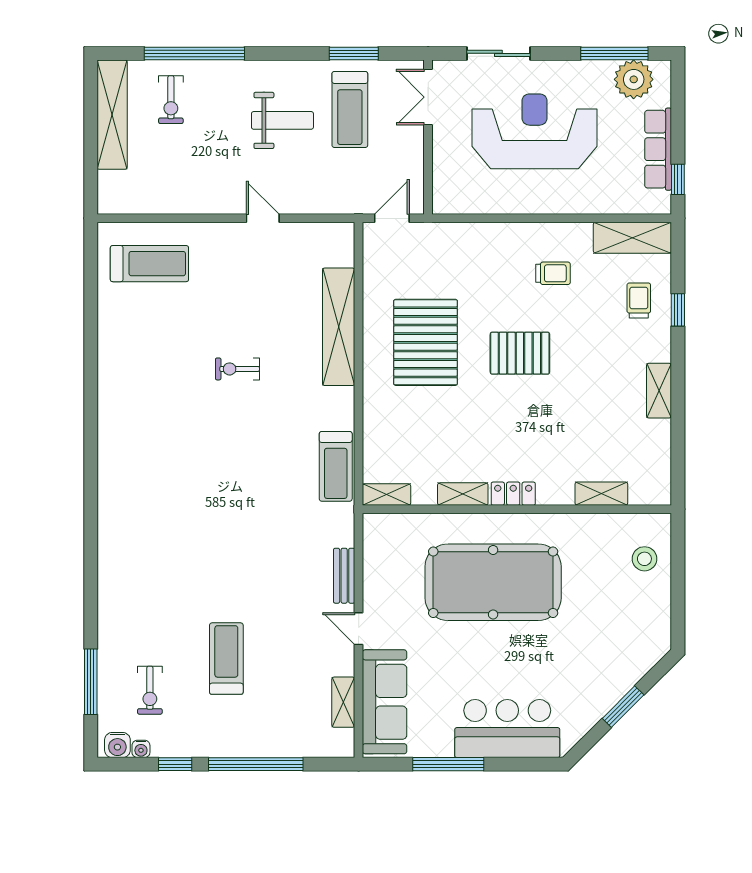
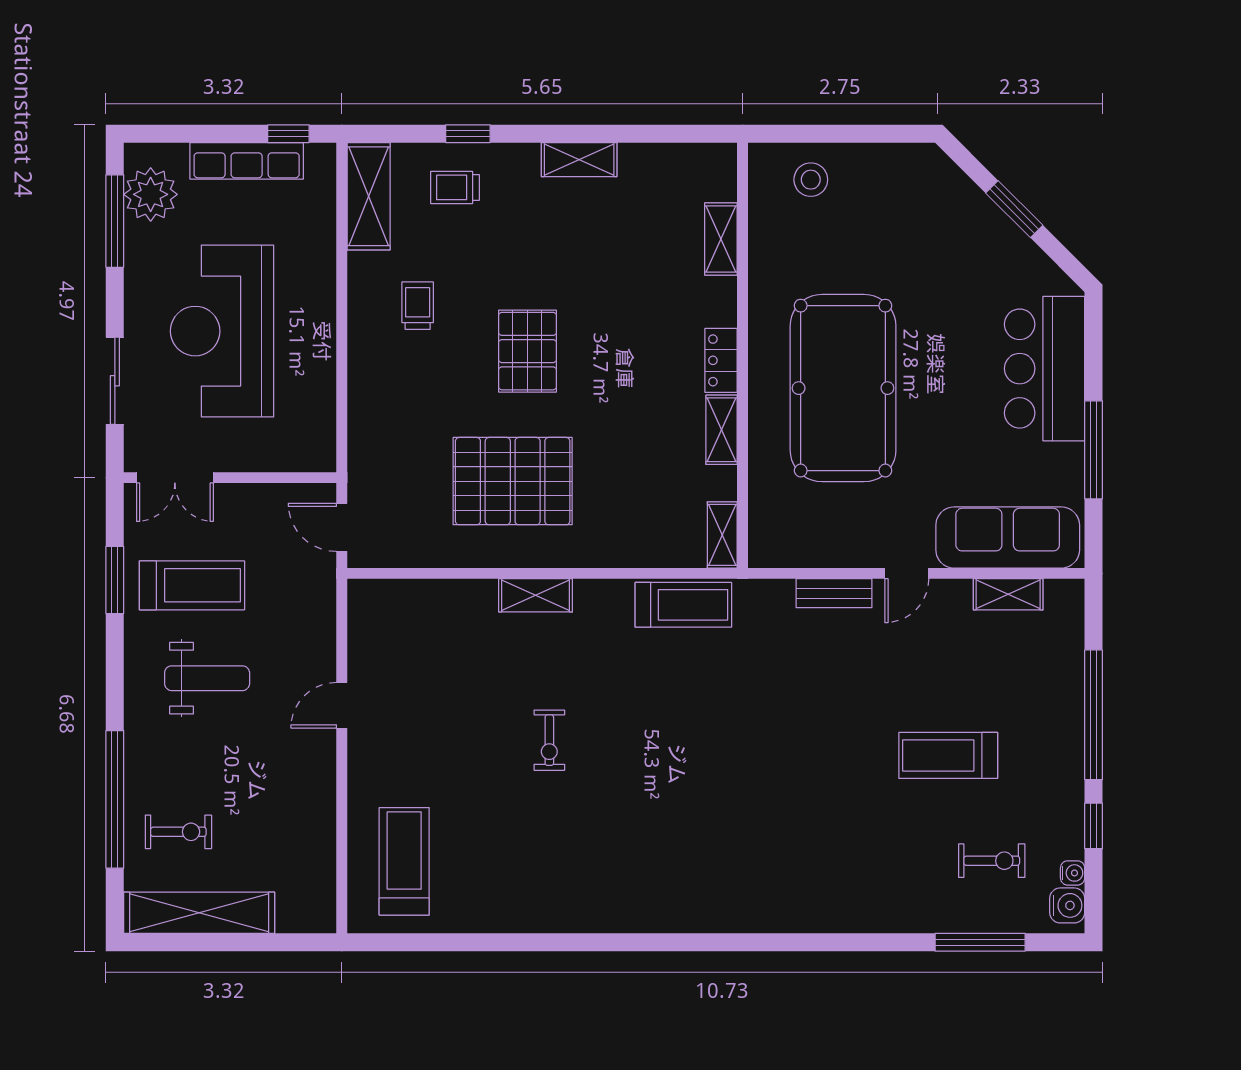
weight bench: (282, 120) -> (207, 678), turned 90
shelving: (339, 327) -> (536, 595), width x0.45, depth x0.75

